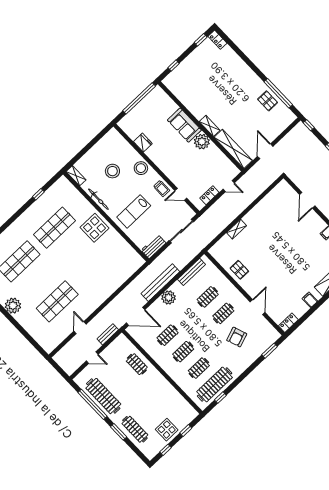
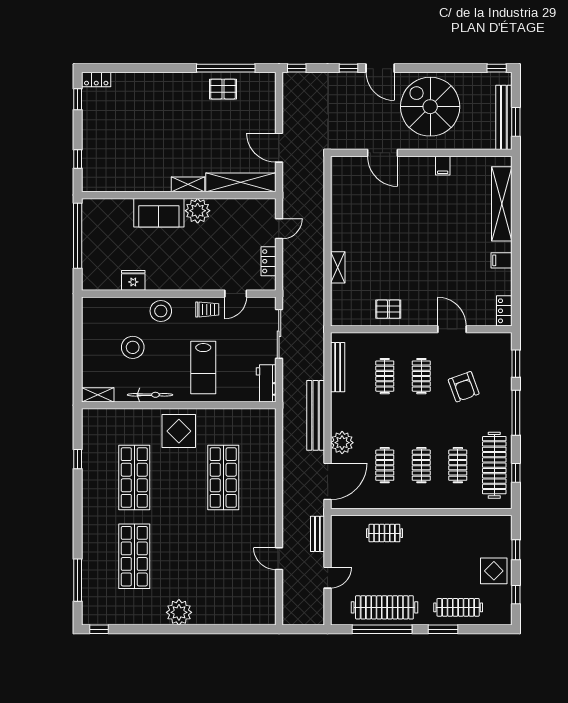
plant: (169, 298) -> (342, 443), moved
shop shelf: (57, 301) -> (223, 477), moved
window: (247, 372) -> (516, 413), added

